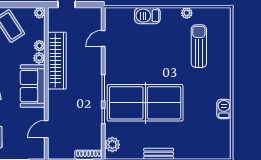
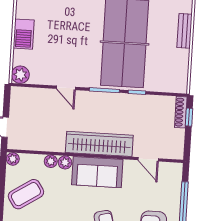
door: (103, 38) -> (66, 88), moved
wardrobe: (57, 61) -> (99, 144), moved
plant: (112, 145) -> (20, 75), moved

